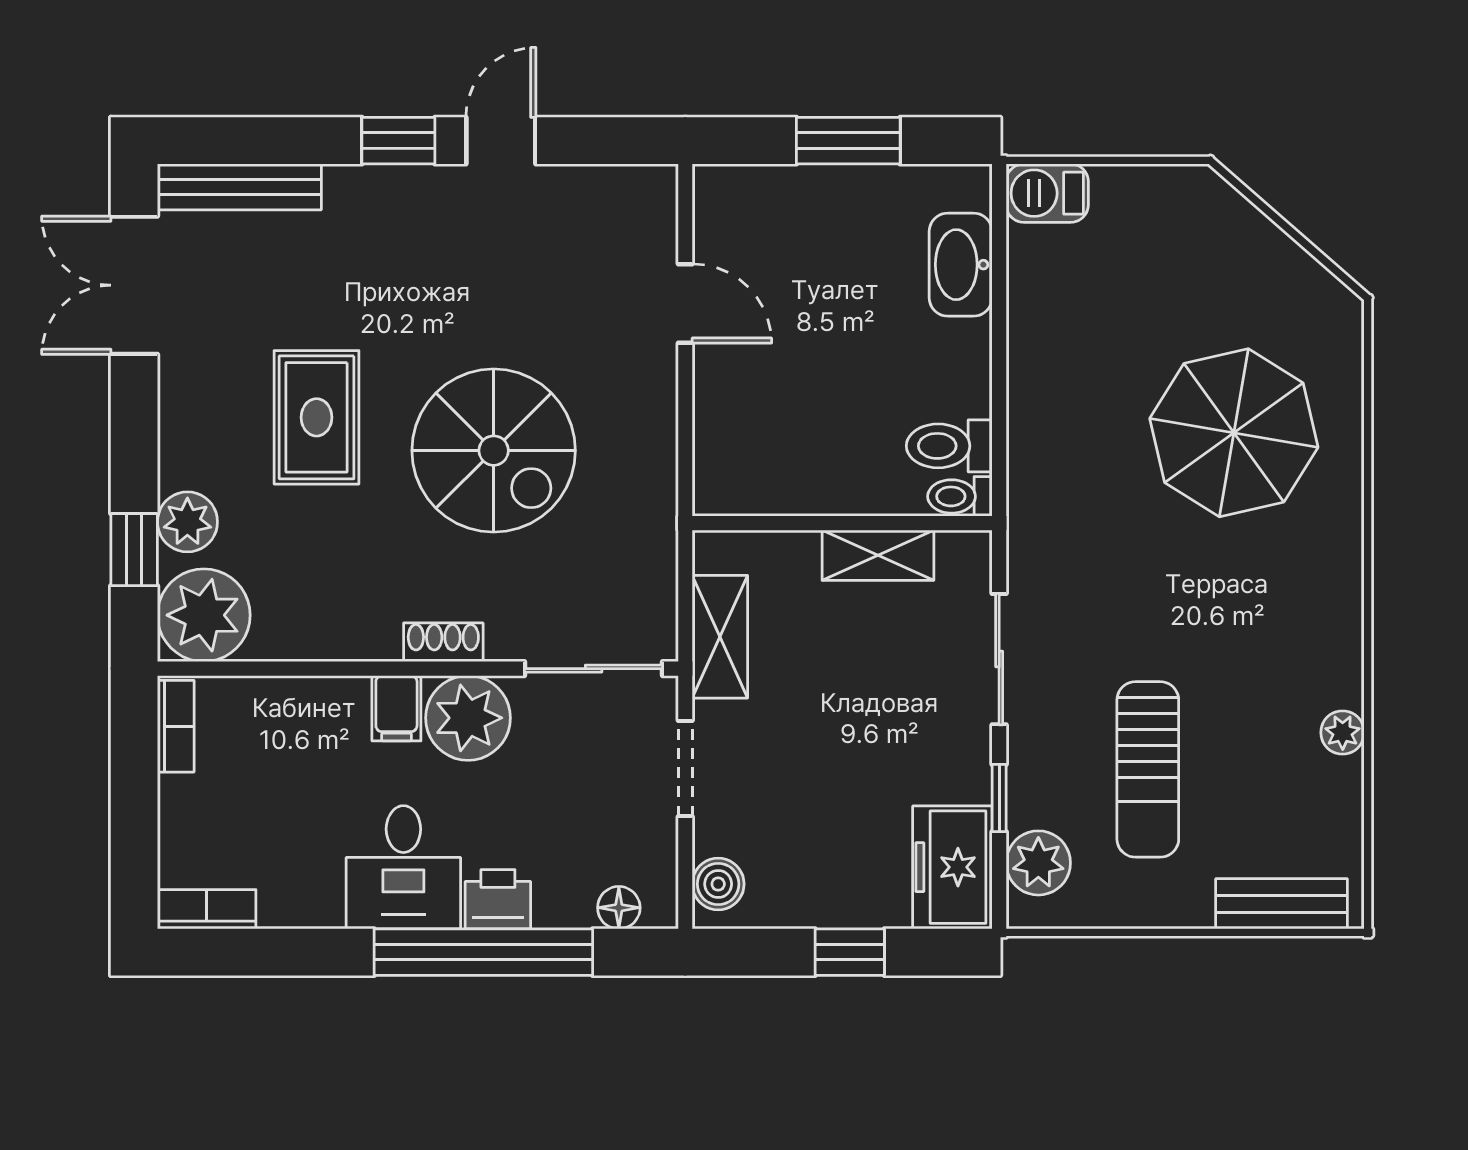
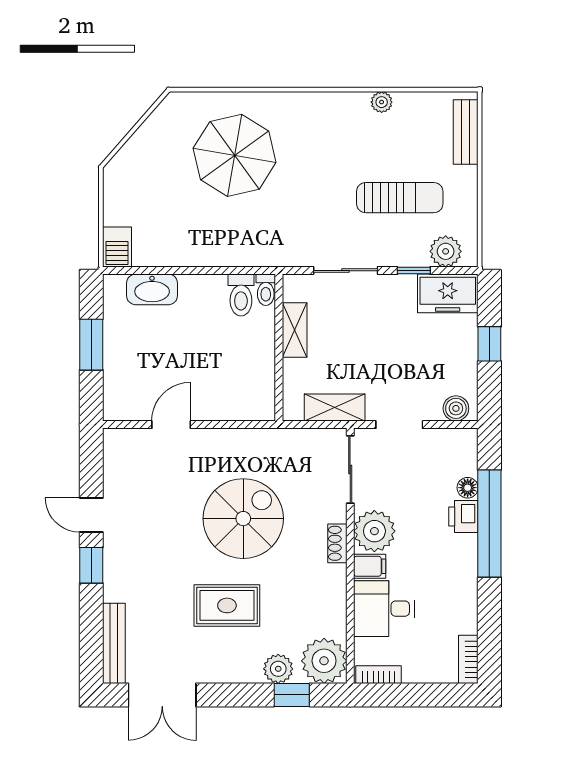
desk: (403, 867) -> (384, 609), moved, turned 180
floor lamp: (619, 908) -> (468, 488), moved

